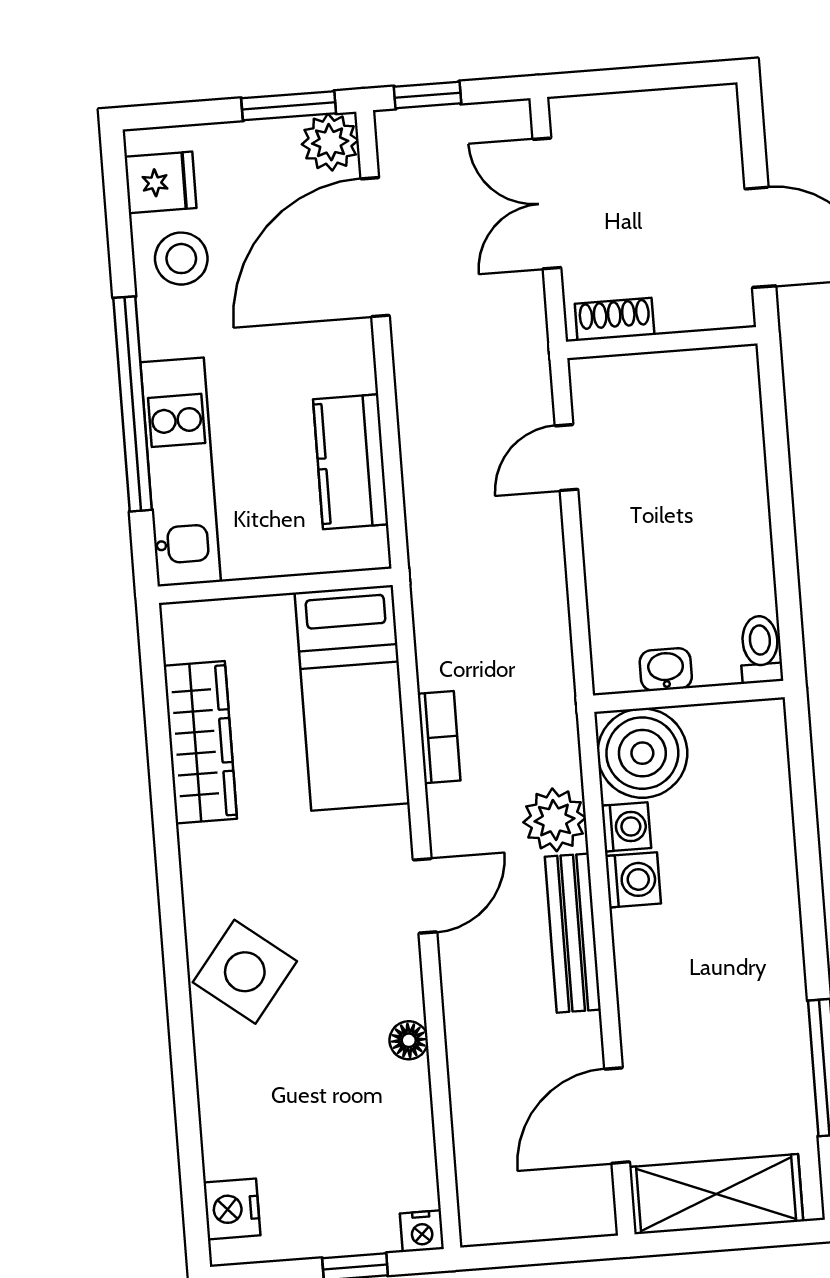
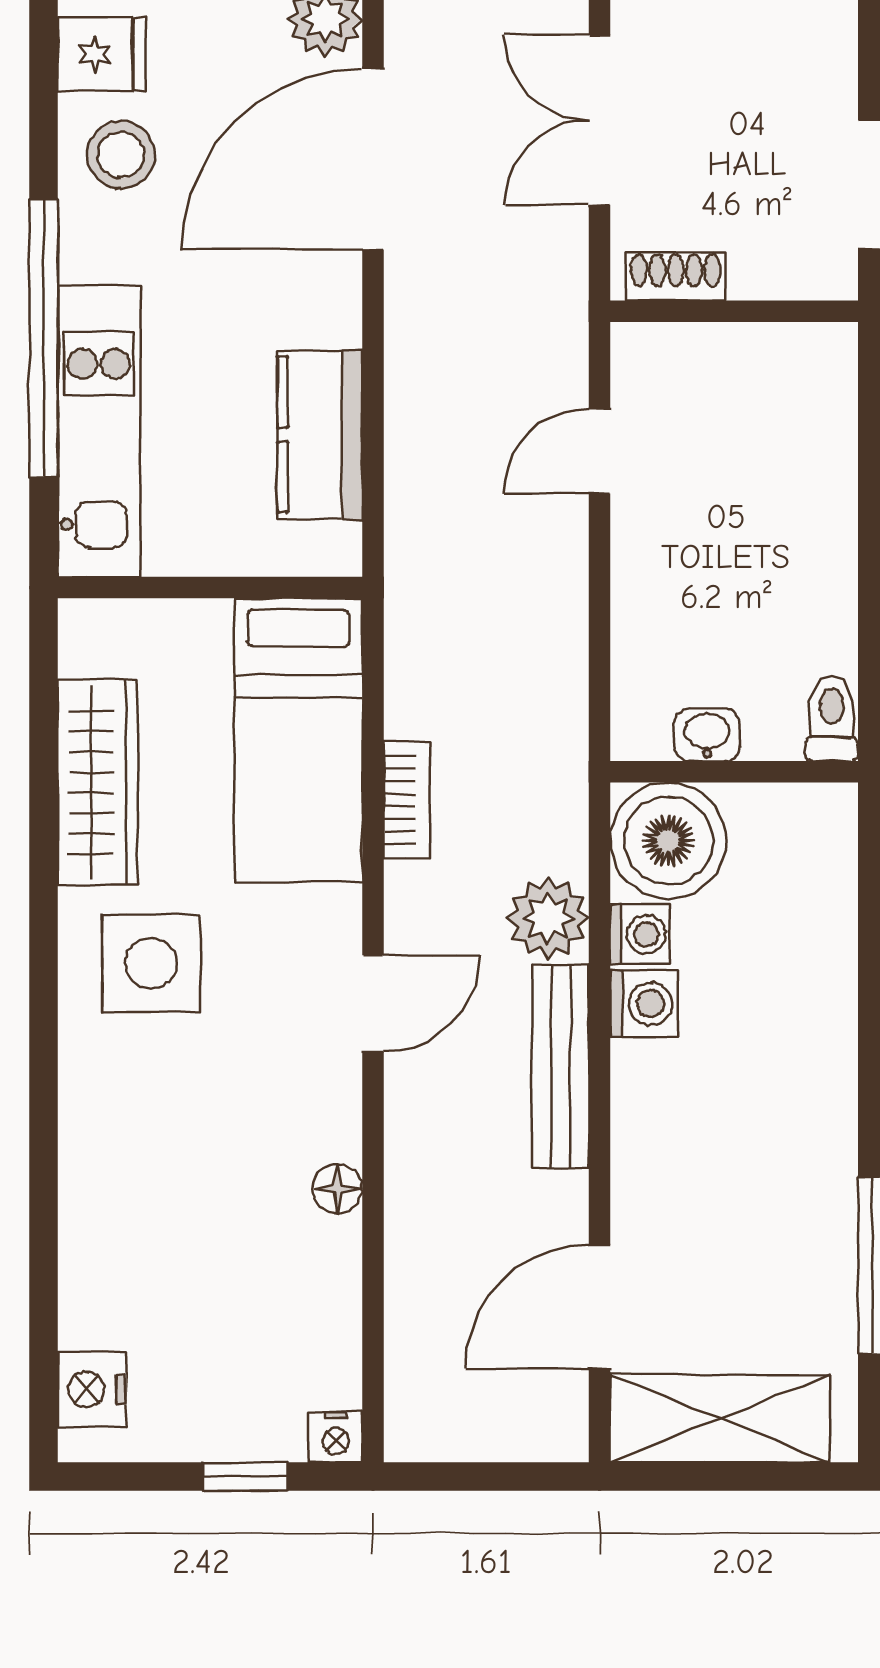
side table: (245, 972) -> (151, 963), moved, turned -38

